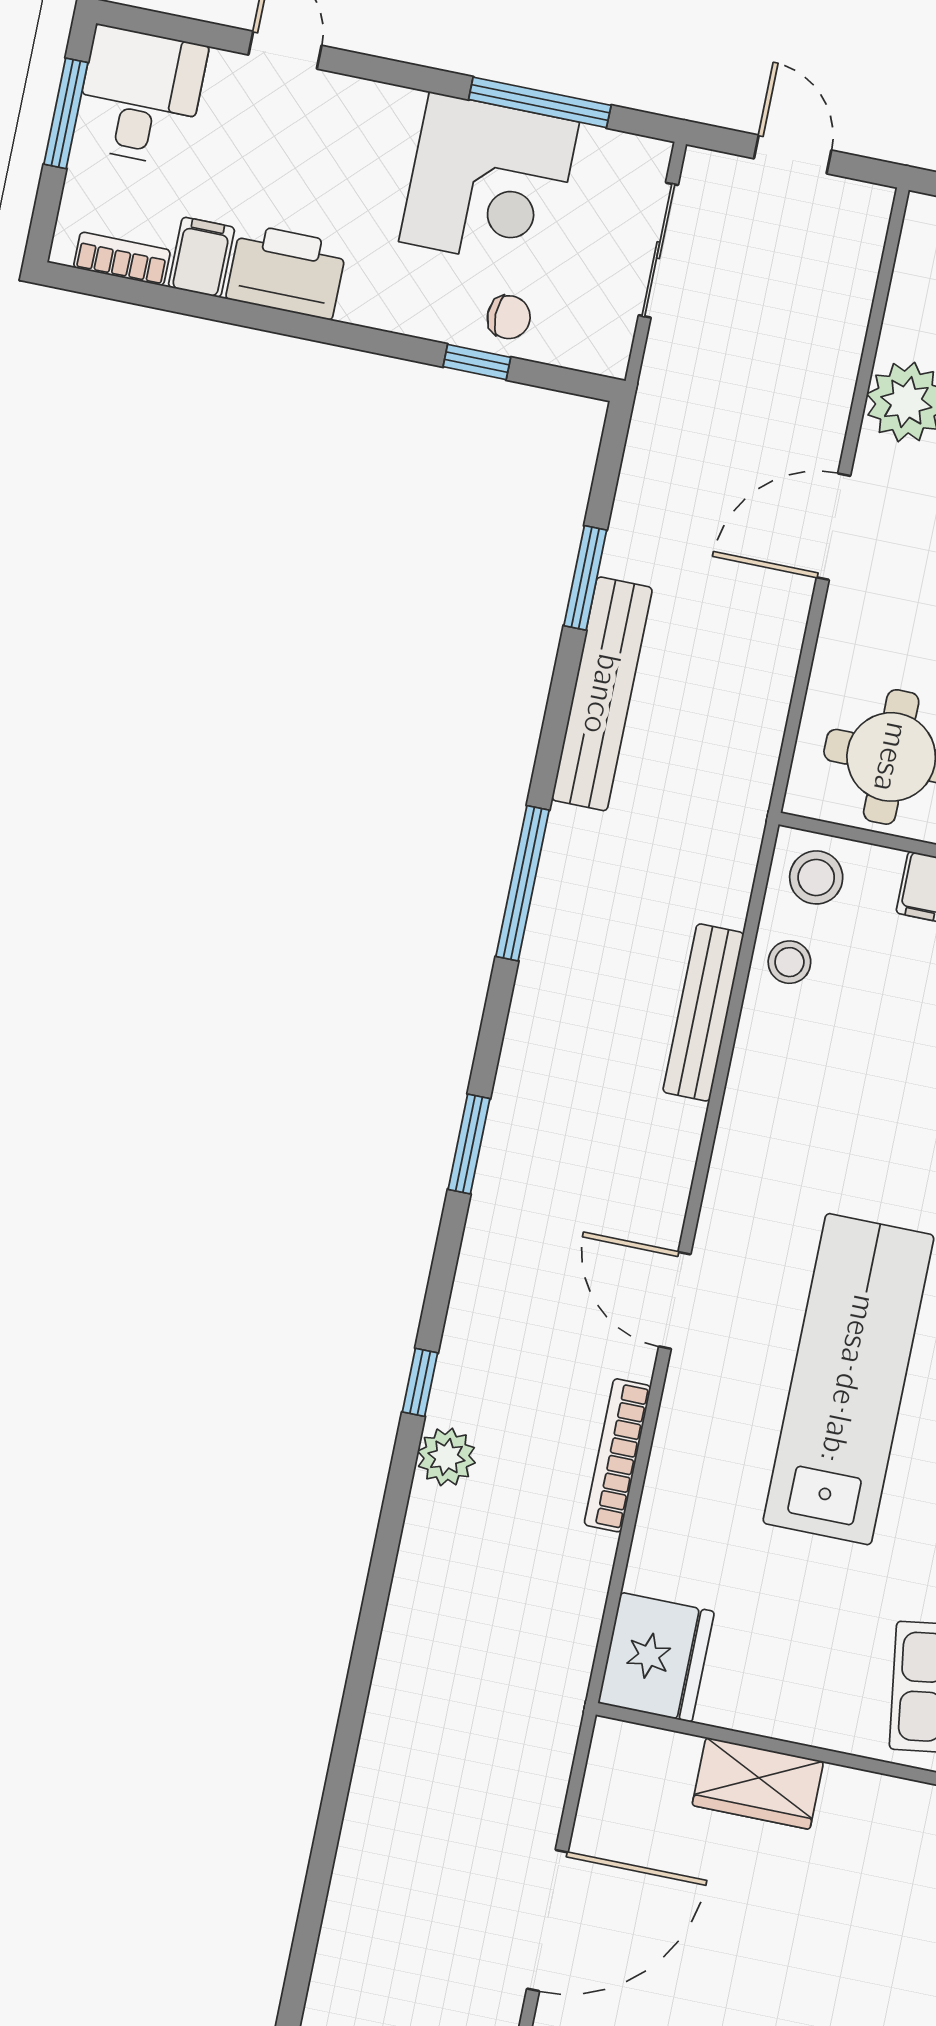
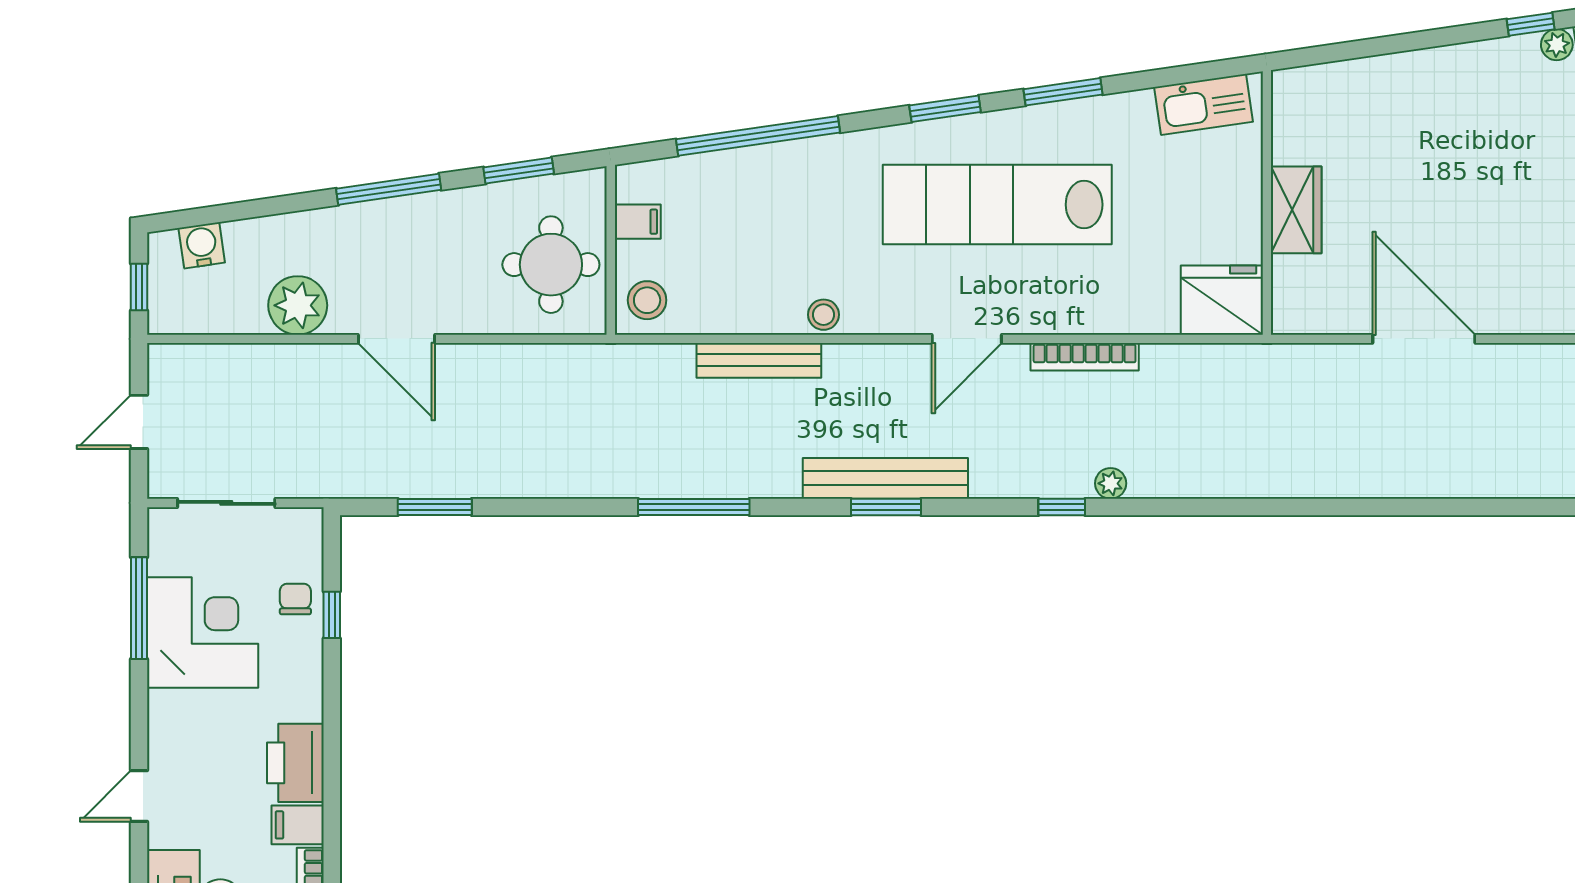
window: (585, 578) -> (435, 507), moved
bench: (602, 694) -> (885, 478), moved
stool: (789, 962) -> (824, 315), moved
plant: (446, 1457) -> (1111, 483), width x0.73, depth x0.73

